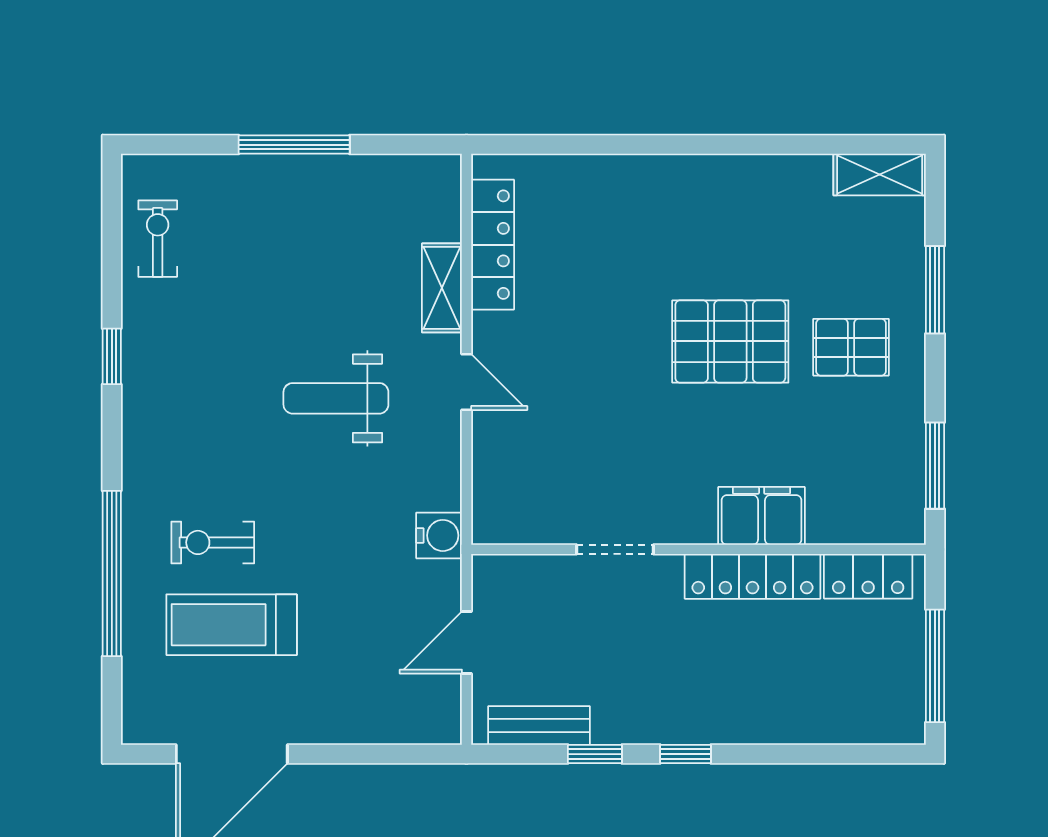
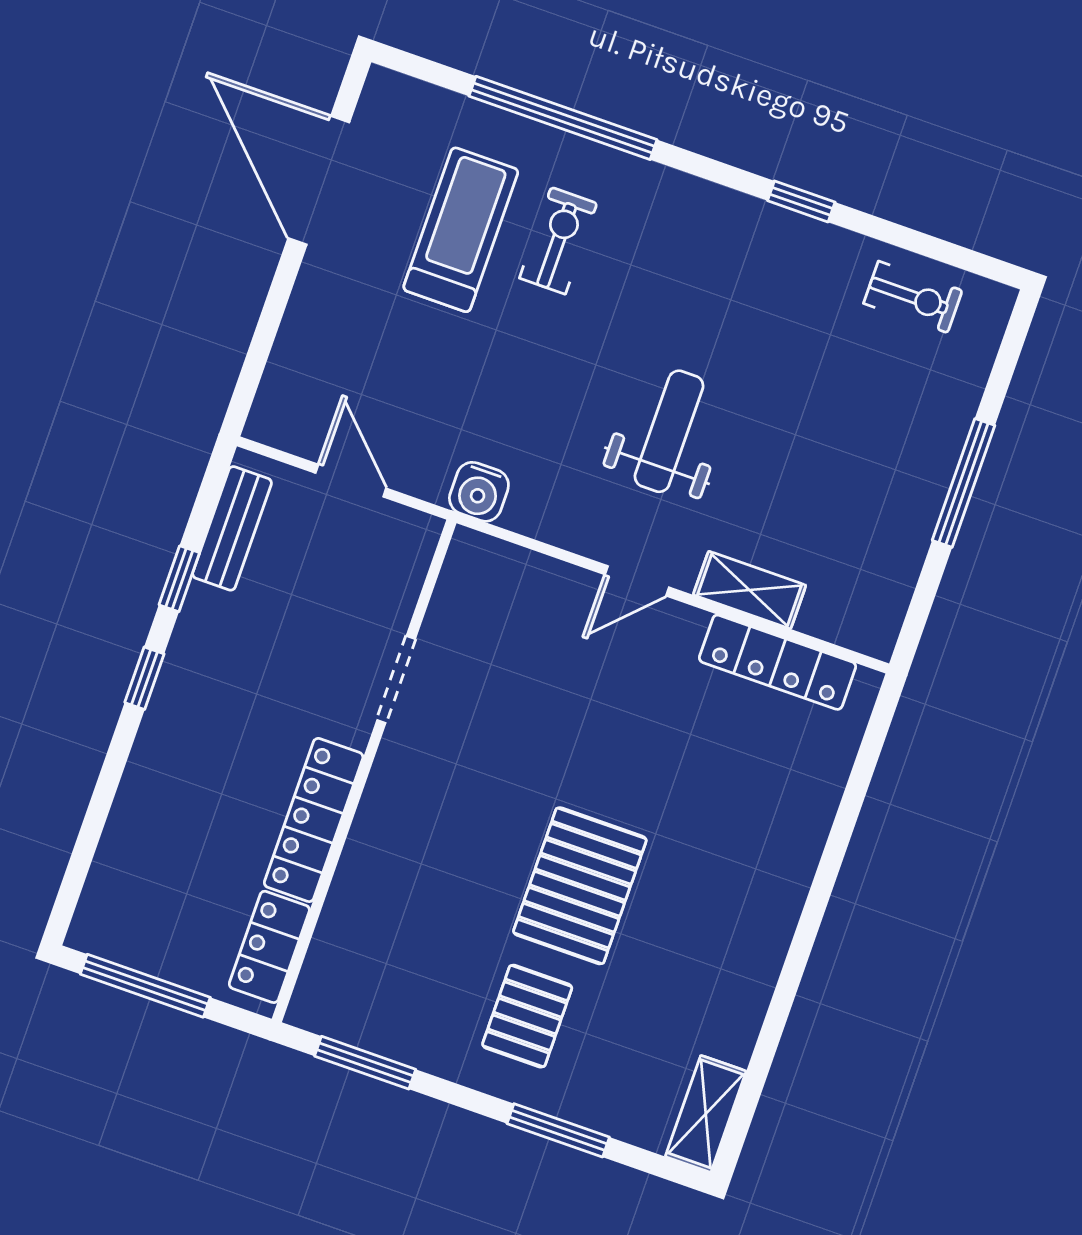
filing cabinet: (762, 516) -> (377, 853), removed

